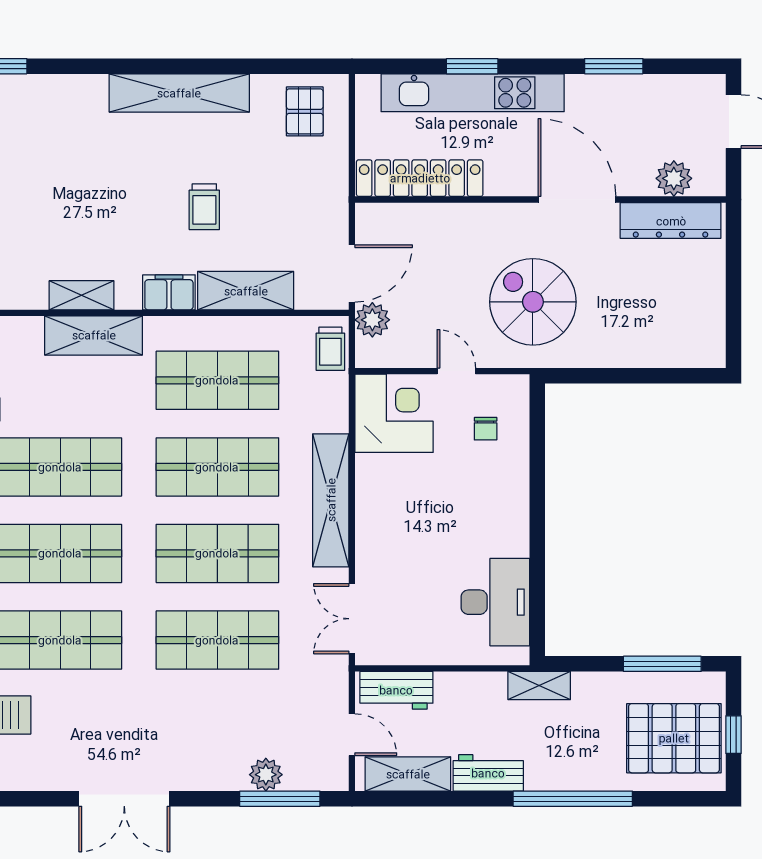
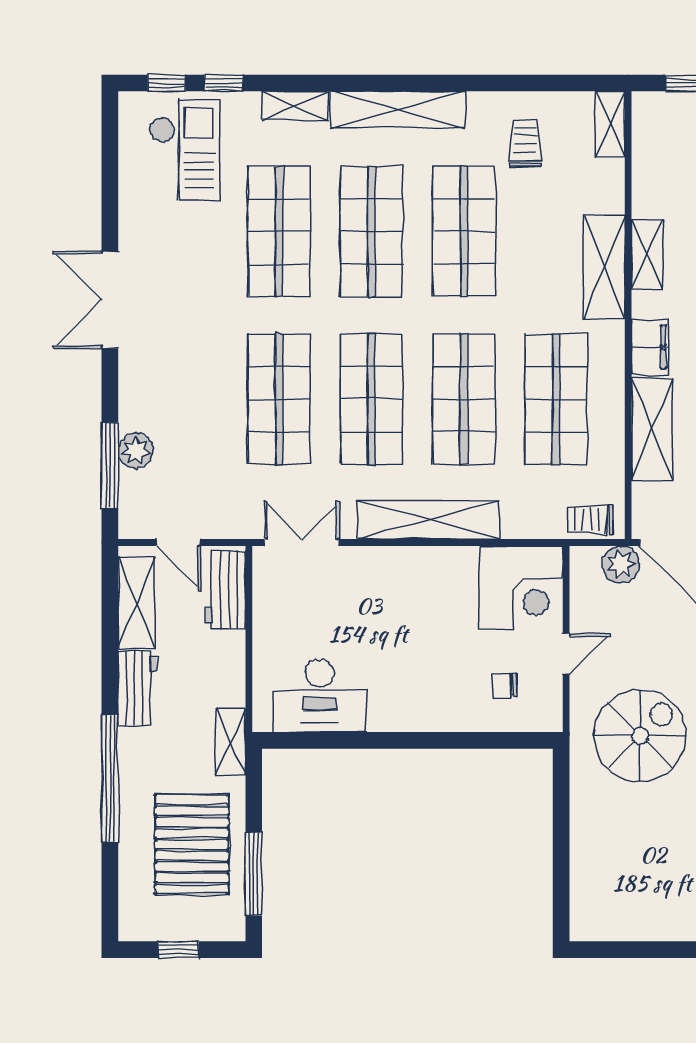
door: (352, 735) -> (178, 542), hinge flipped
pallet: (674, 738) -> (192, 844), moved

